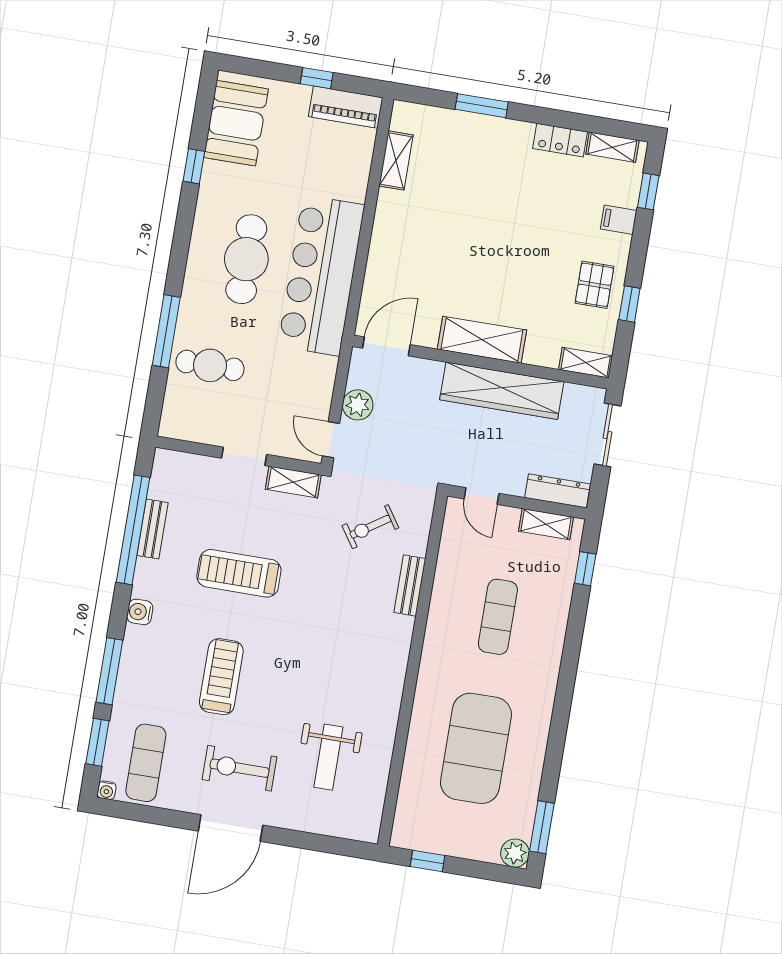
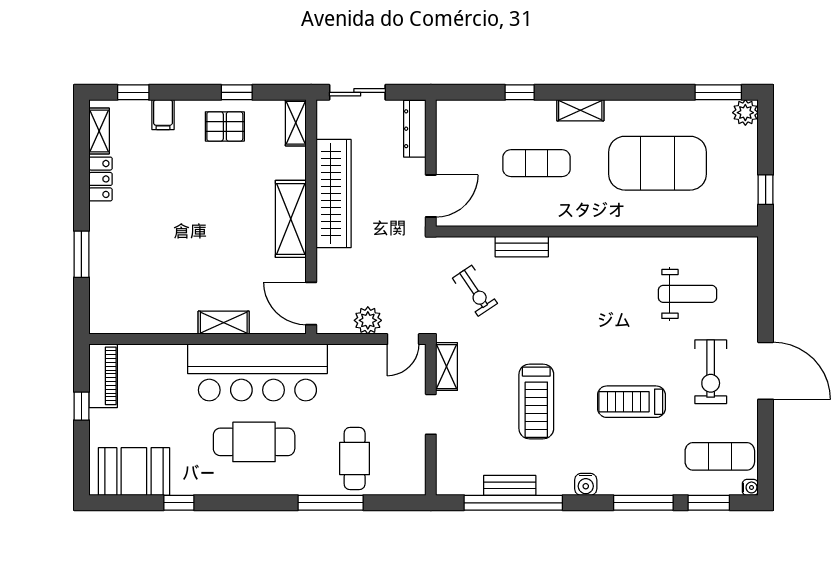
shelving: (396, 160) -> (224, 323), moved
door: (481, 496) -> (431, 196), width x1.38
shelving: (546, 524) -> (580, 110), moved, turned 90
window: (585, 569) -> (520, 92), moved

